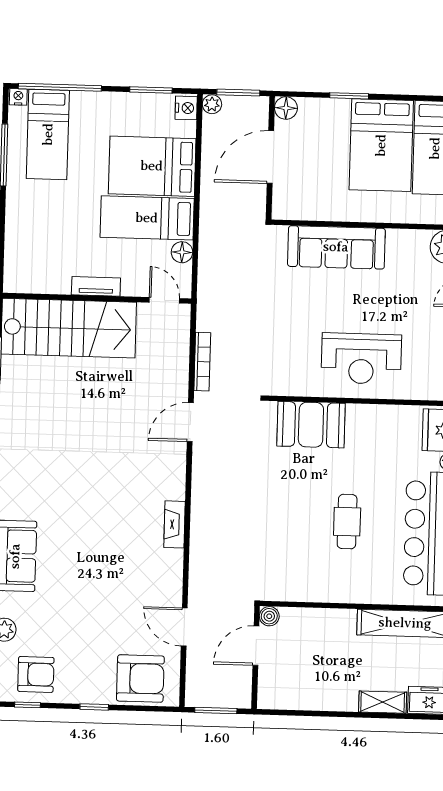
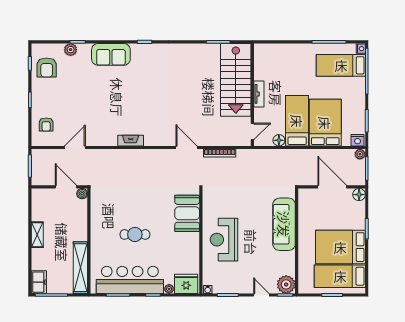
armchair: (140, 678) -> (46, 124), width x0.53, depth x0.53
shelving: (383, 702) -> (37, 235), moved

